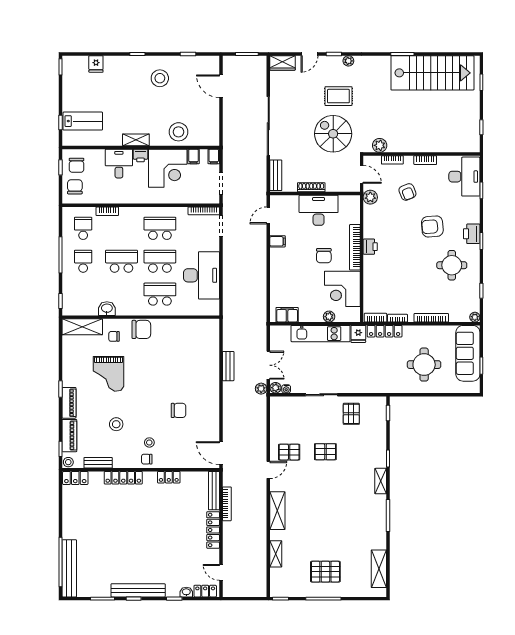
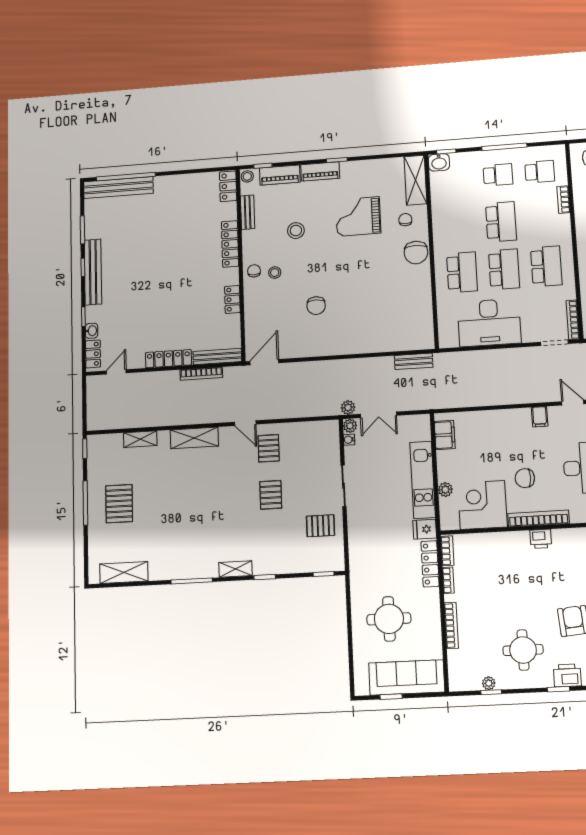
washbasin: (107, 309) -> (439, 162), moved, turned 90
plant: (475, 317) -> (489, 683), moved
bench: (228, 366) -> (414, 361), moved

